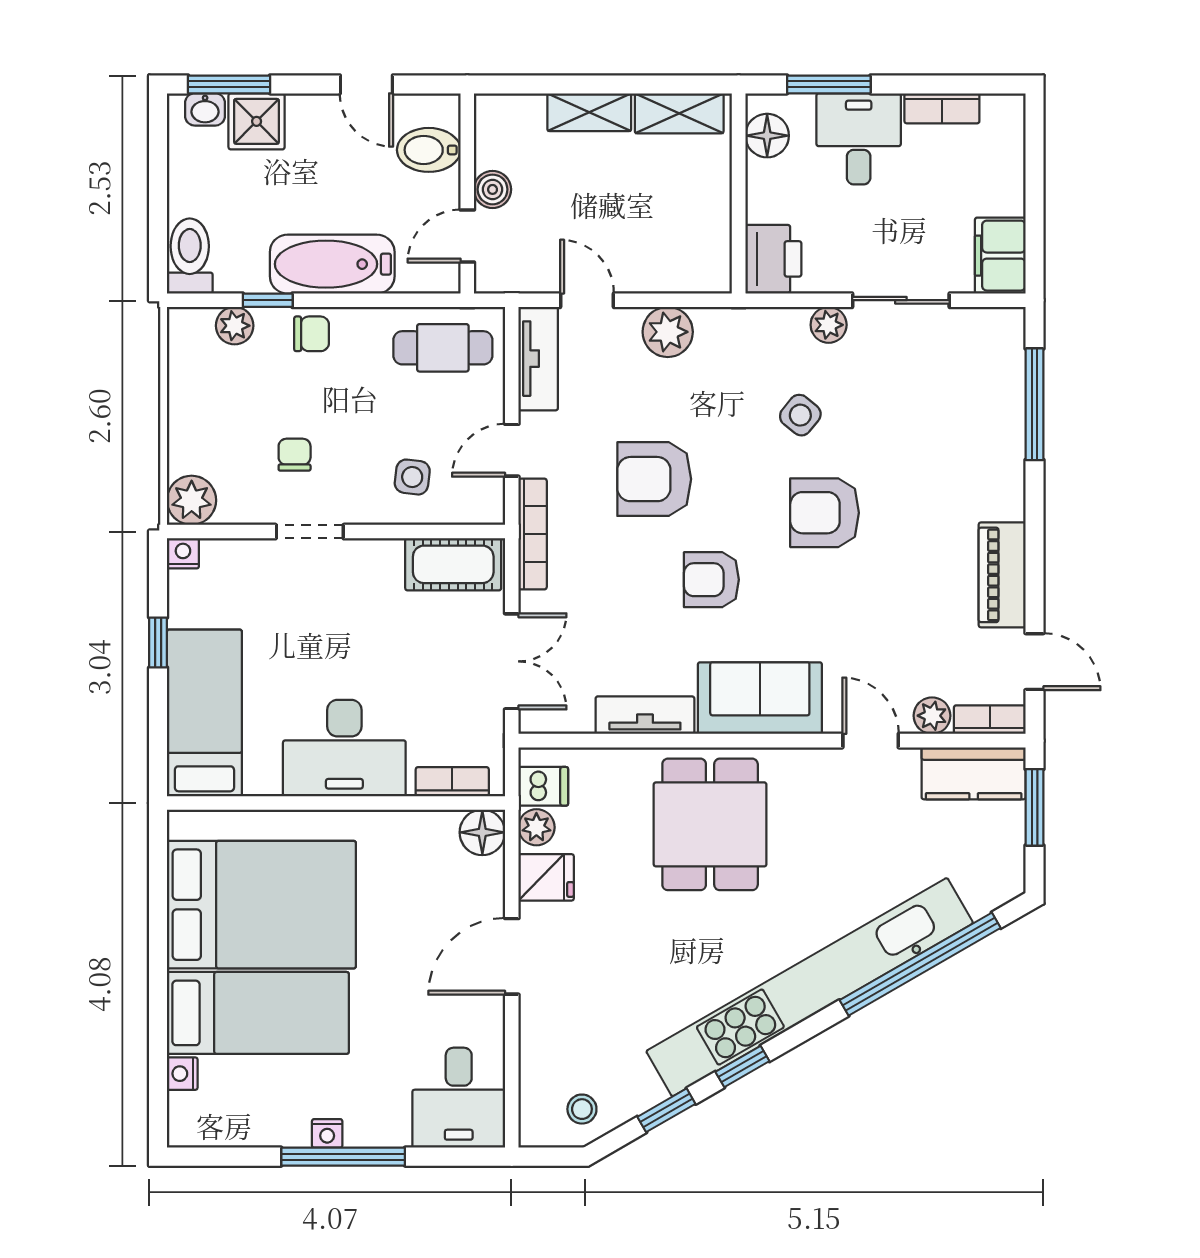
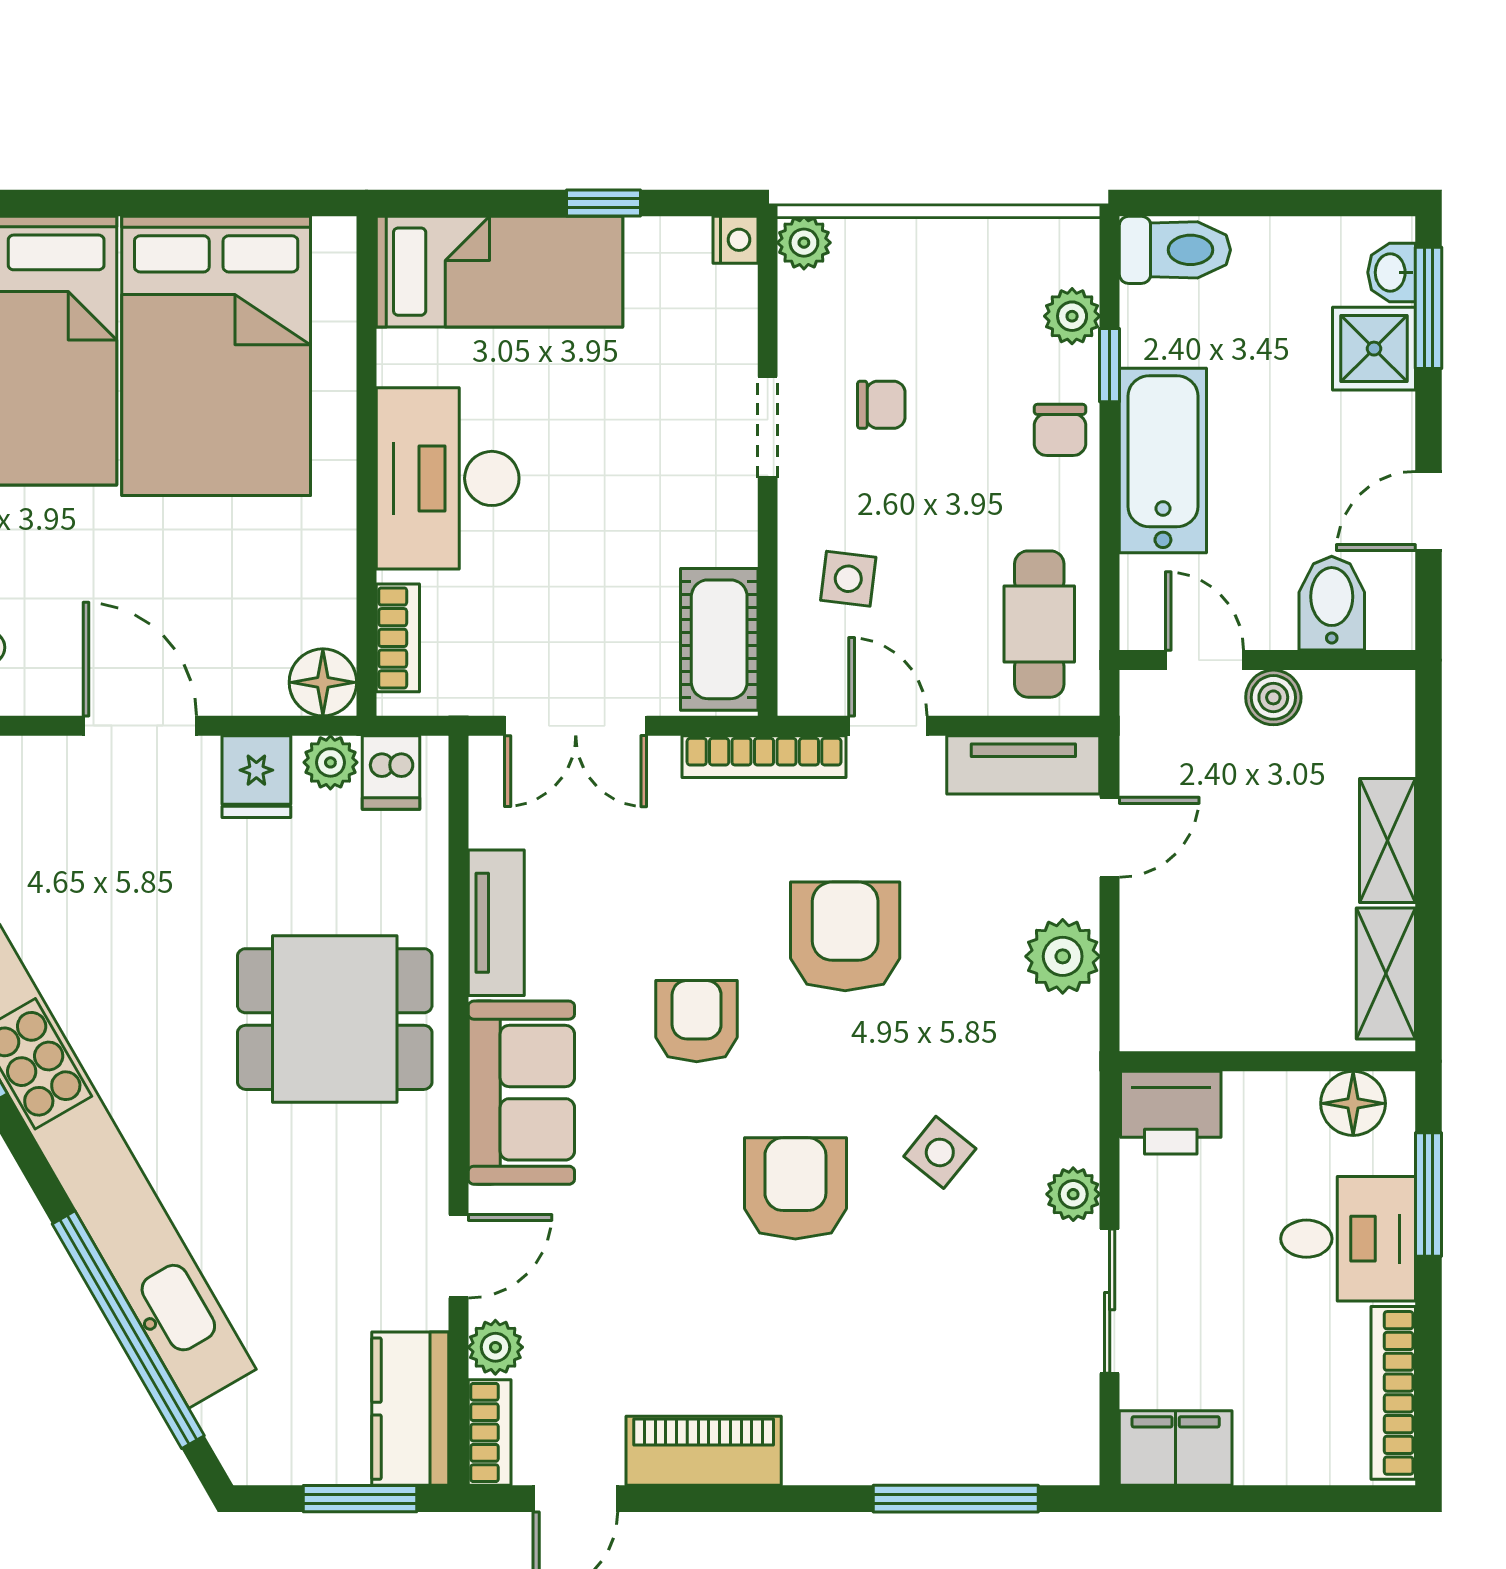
bookcase: (942, 108) -> (1393, 1393), width x1.56
plant: (192, 500) -> (804, 243), width x0.73, depth x0.73

